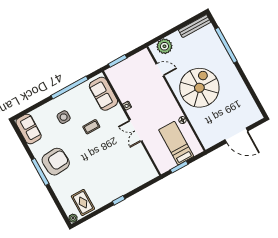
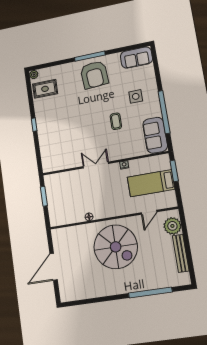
bench: (195, 26) -> (181, 253), moved
sofa: (103, 94) -> (155, 135), moved, turned -90
bed: (176, 143) -> (151, 183), moved, turned 180

